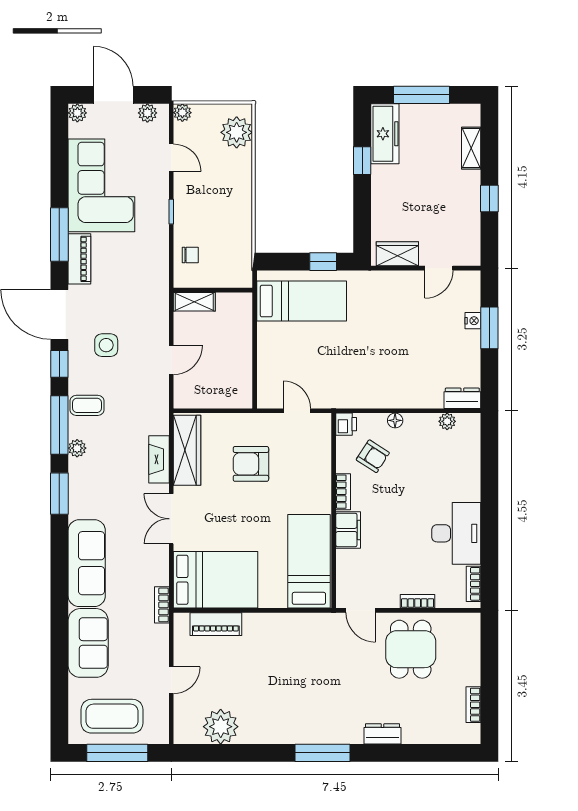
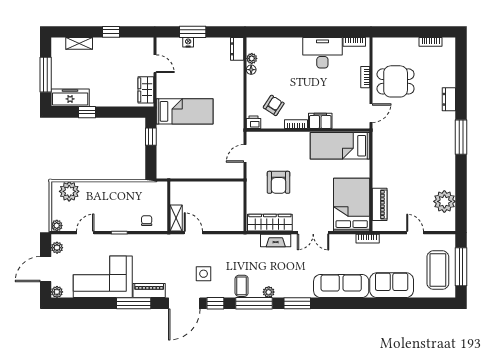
bed: (302, 301) -> (185, 111), moved, turned 90
door: (171, 360) -> (193, 233), moved
floor lamp: (395, 420) -> (251, 70), moved

